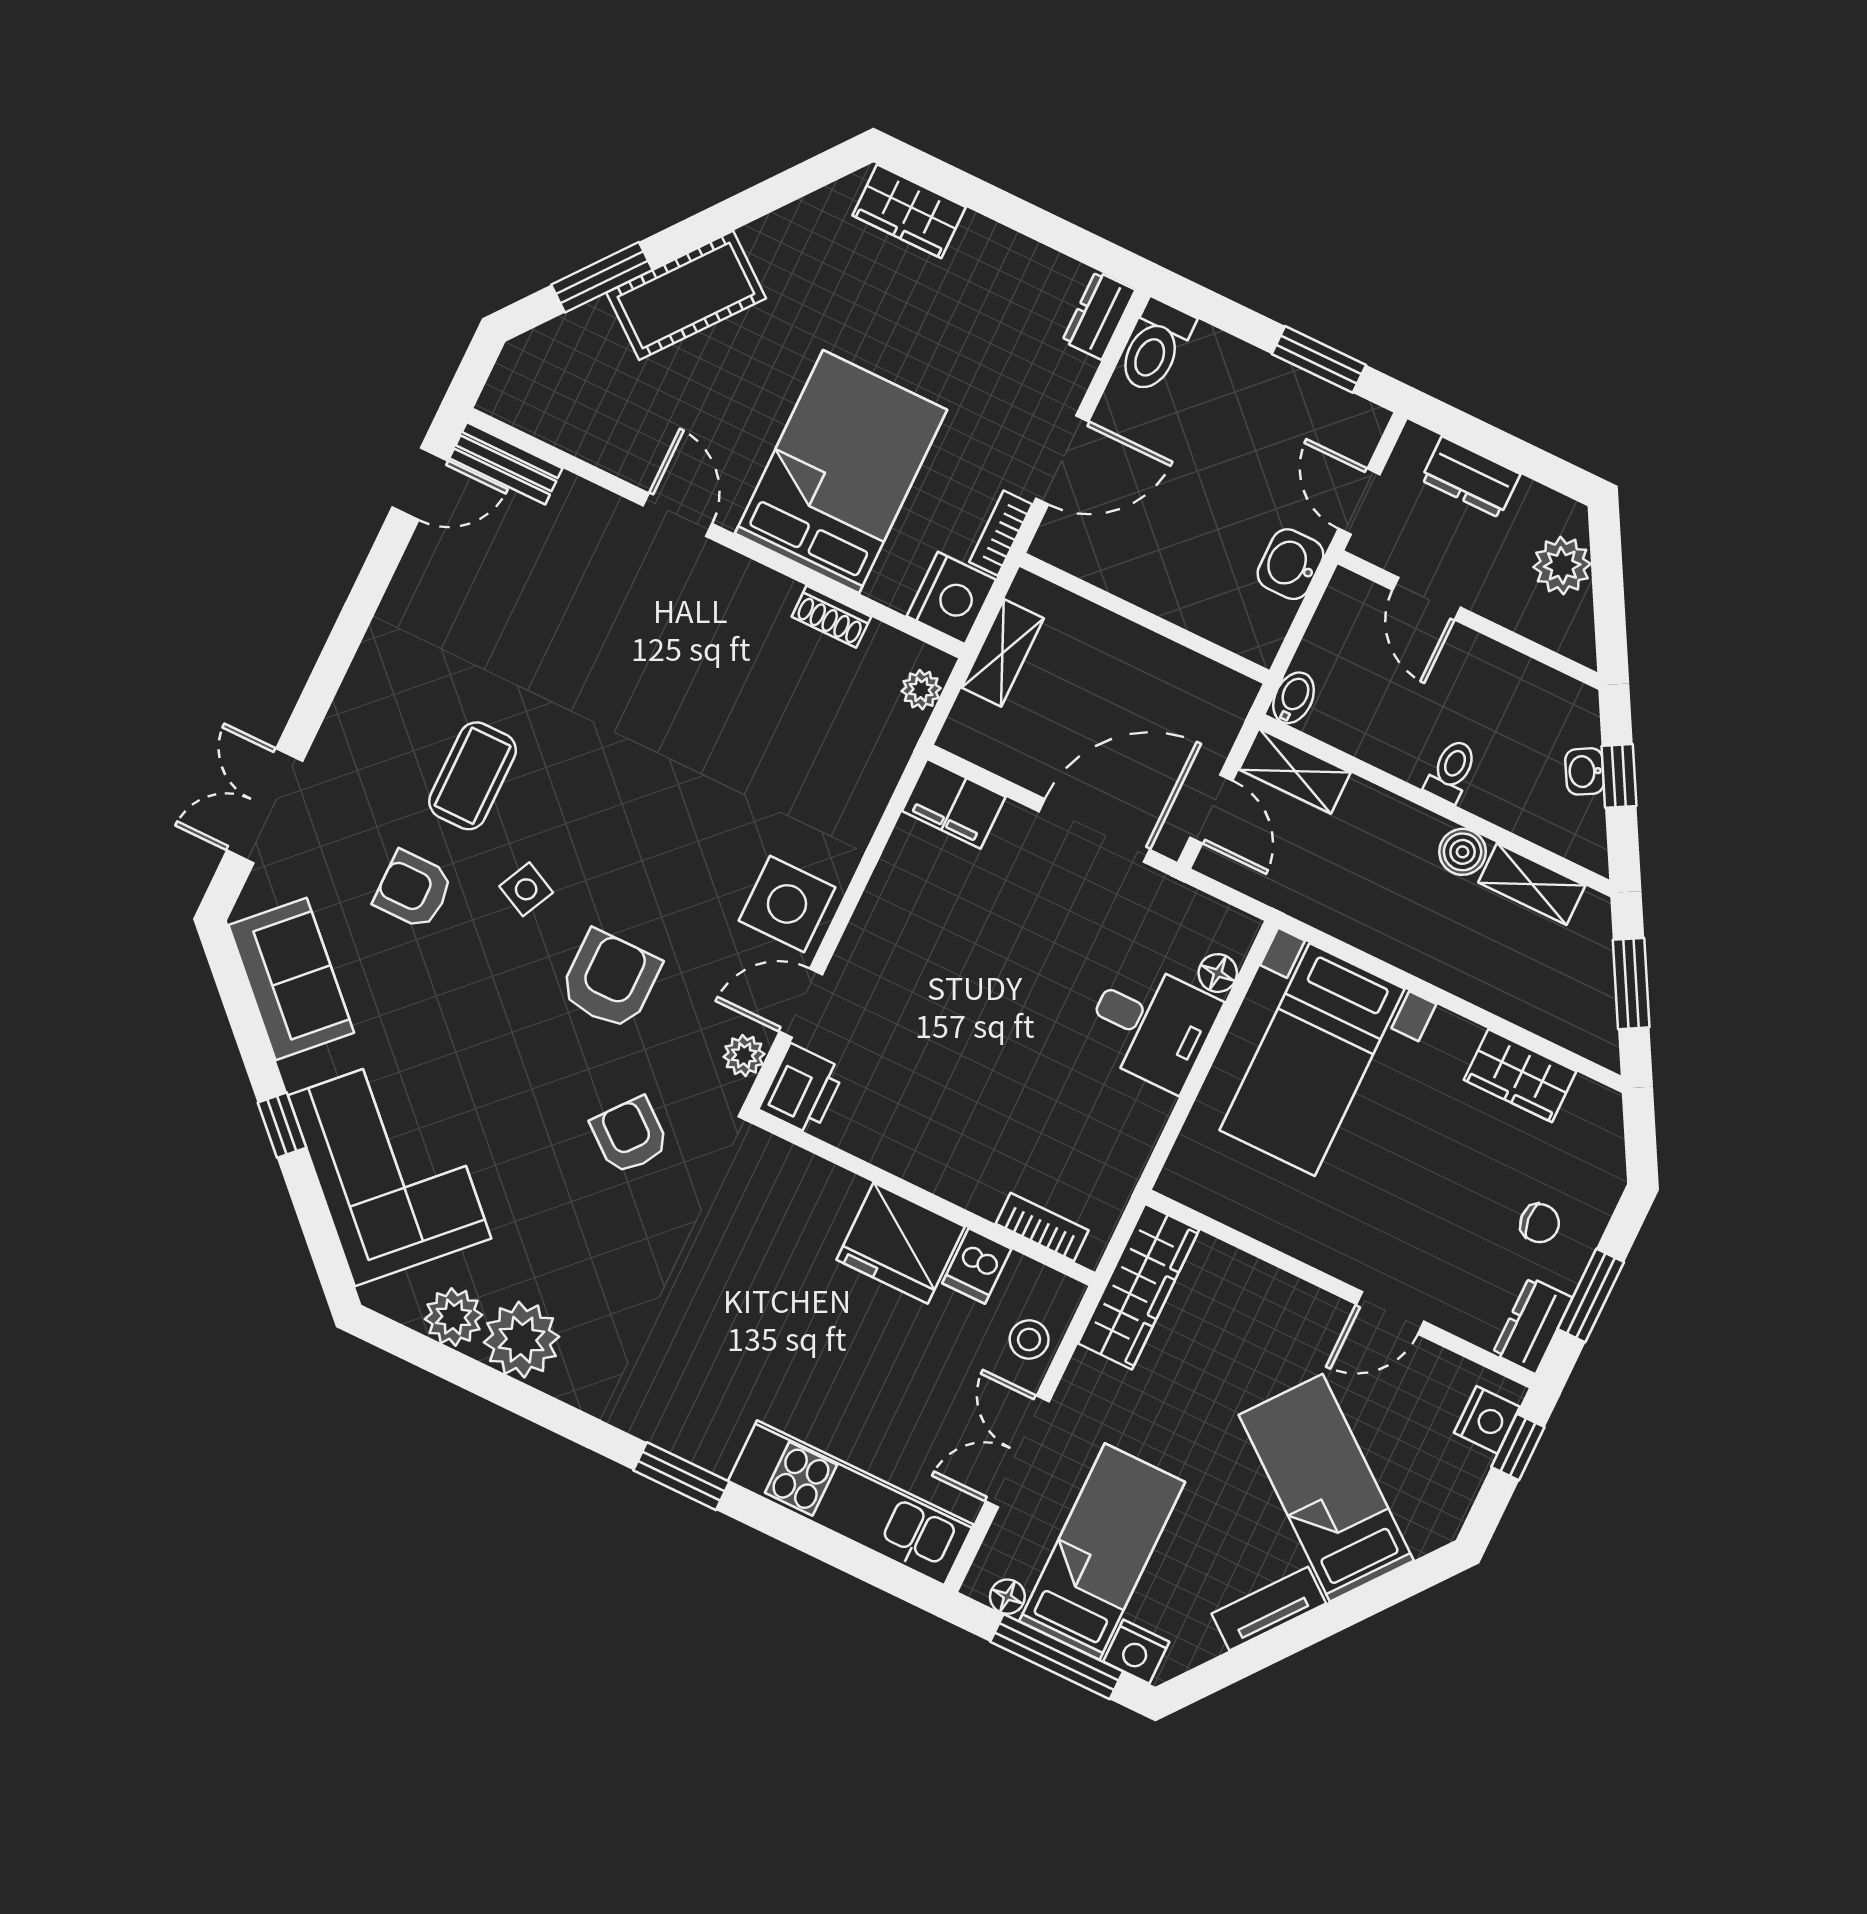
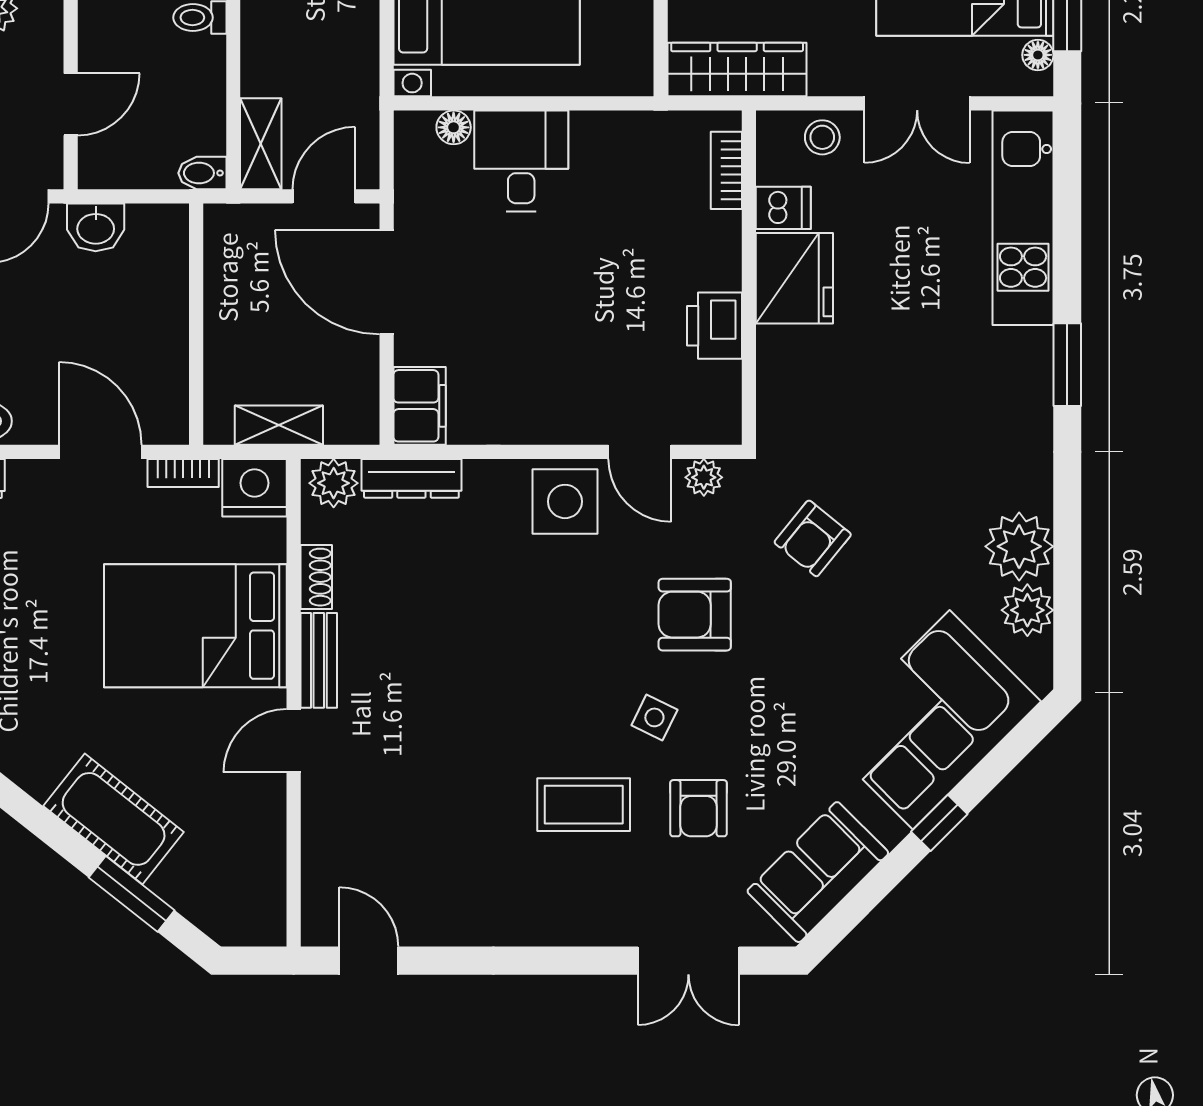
bench: (506, 463) -> (319, 660), moved
plant: (921, 690) -> (334, 483), width x1.38, depth x1.38
dresser: (885, 761) -> (411, 478), added
printer: (802, 1089) -> (715, 326), moved, turned -90

